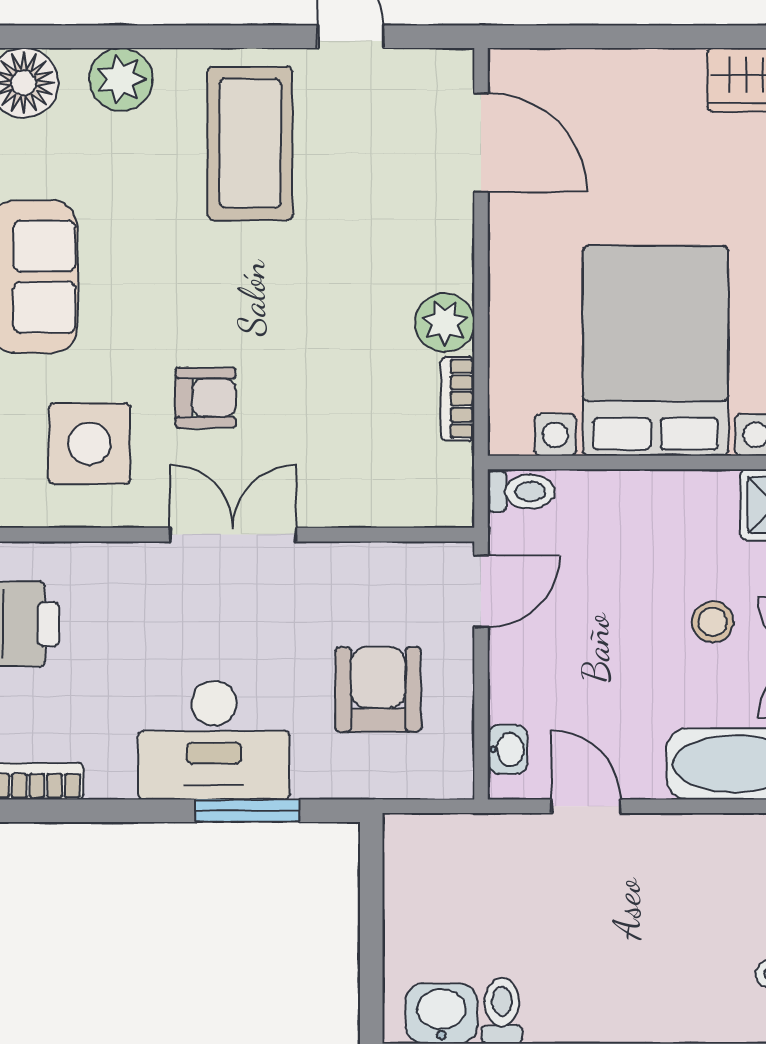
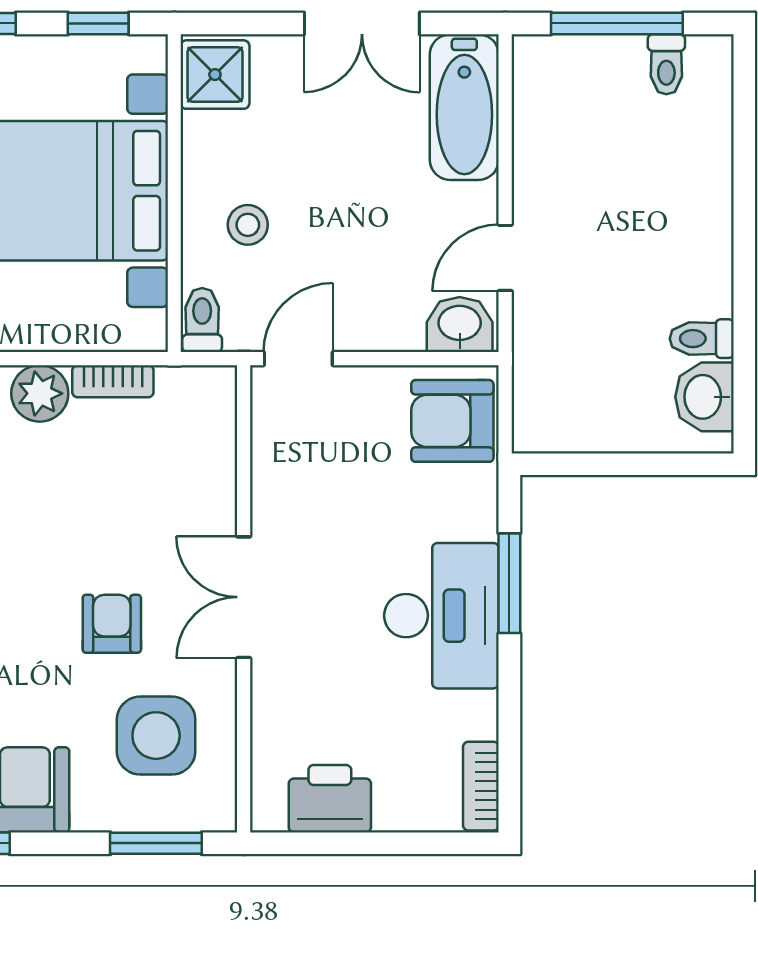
door: (481, 591) -> (298, 359), hinge flipped
stool: (713, 622) -> (248, 225), moved
armchair: (378, 689) -> (452, 421), moved
washbasin: (508, 750) -> (460, 325), width x1.38, depth x1.45

